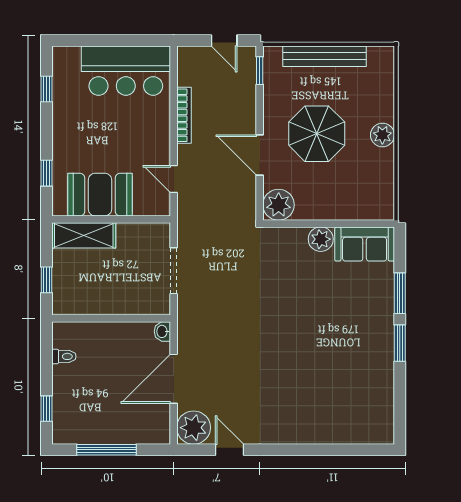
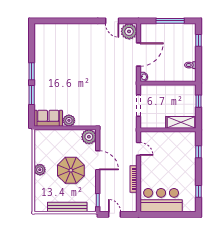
booth: (100, 195) -> (173, 142), removed

